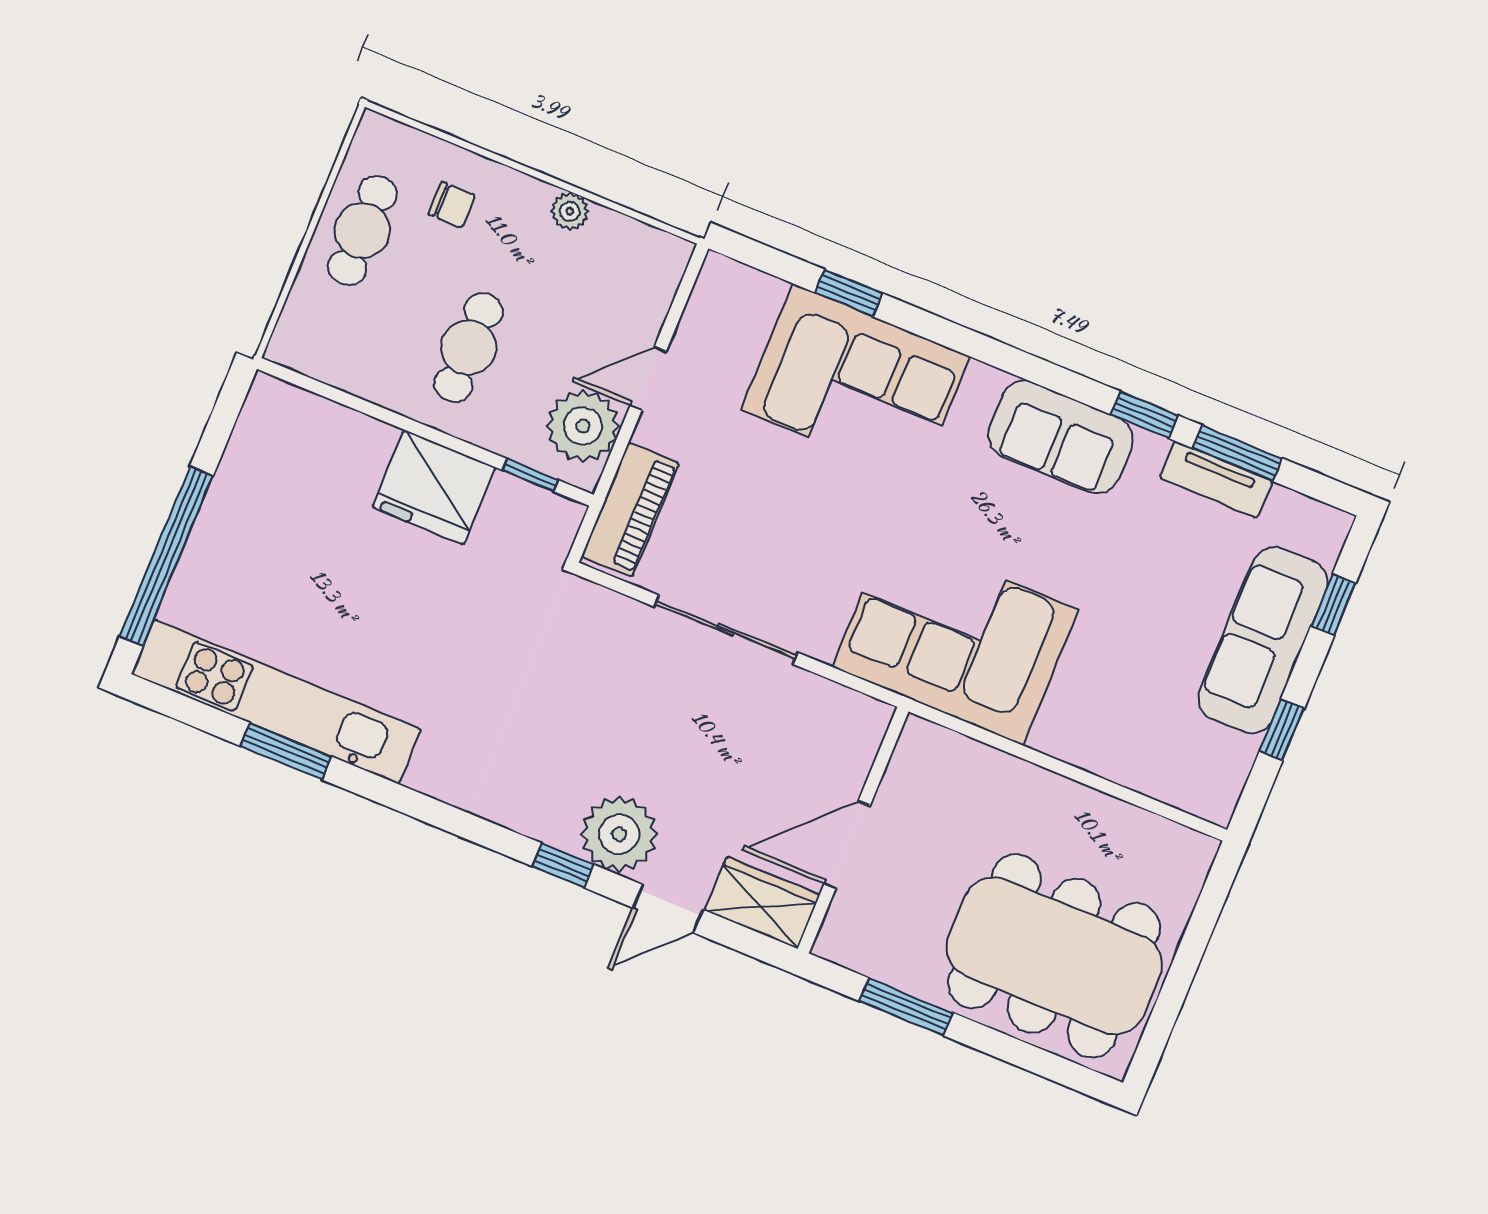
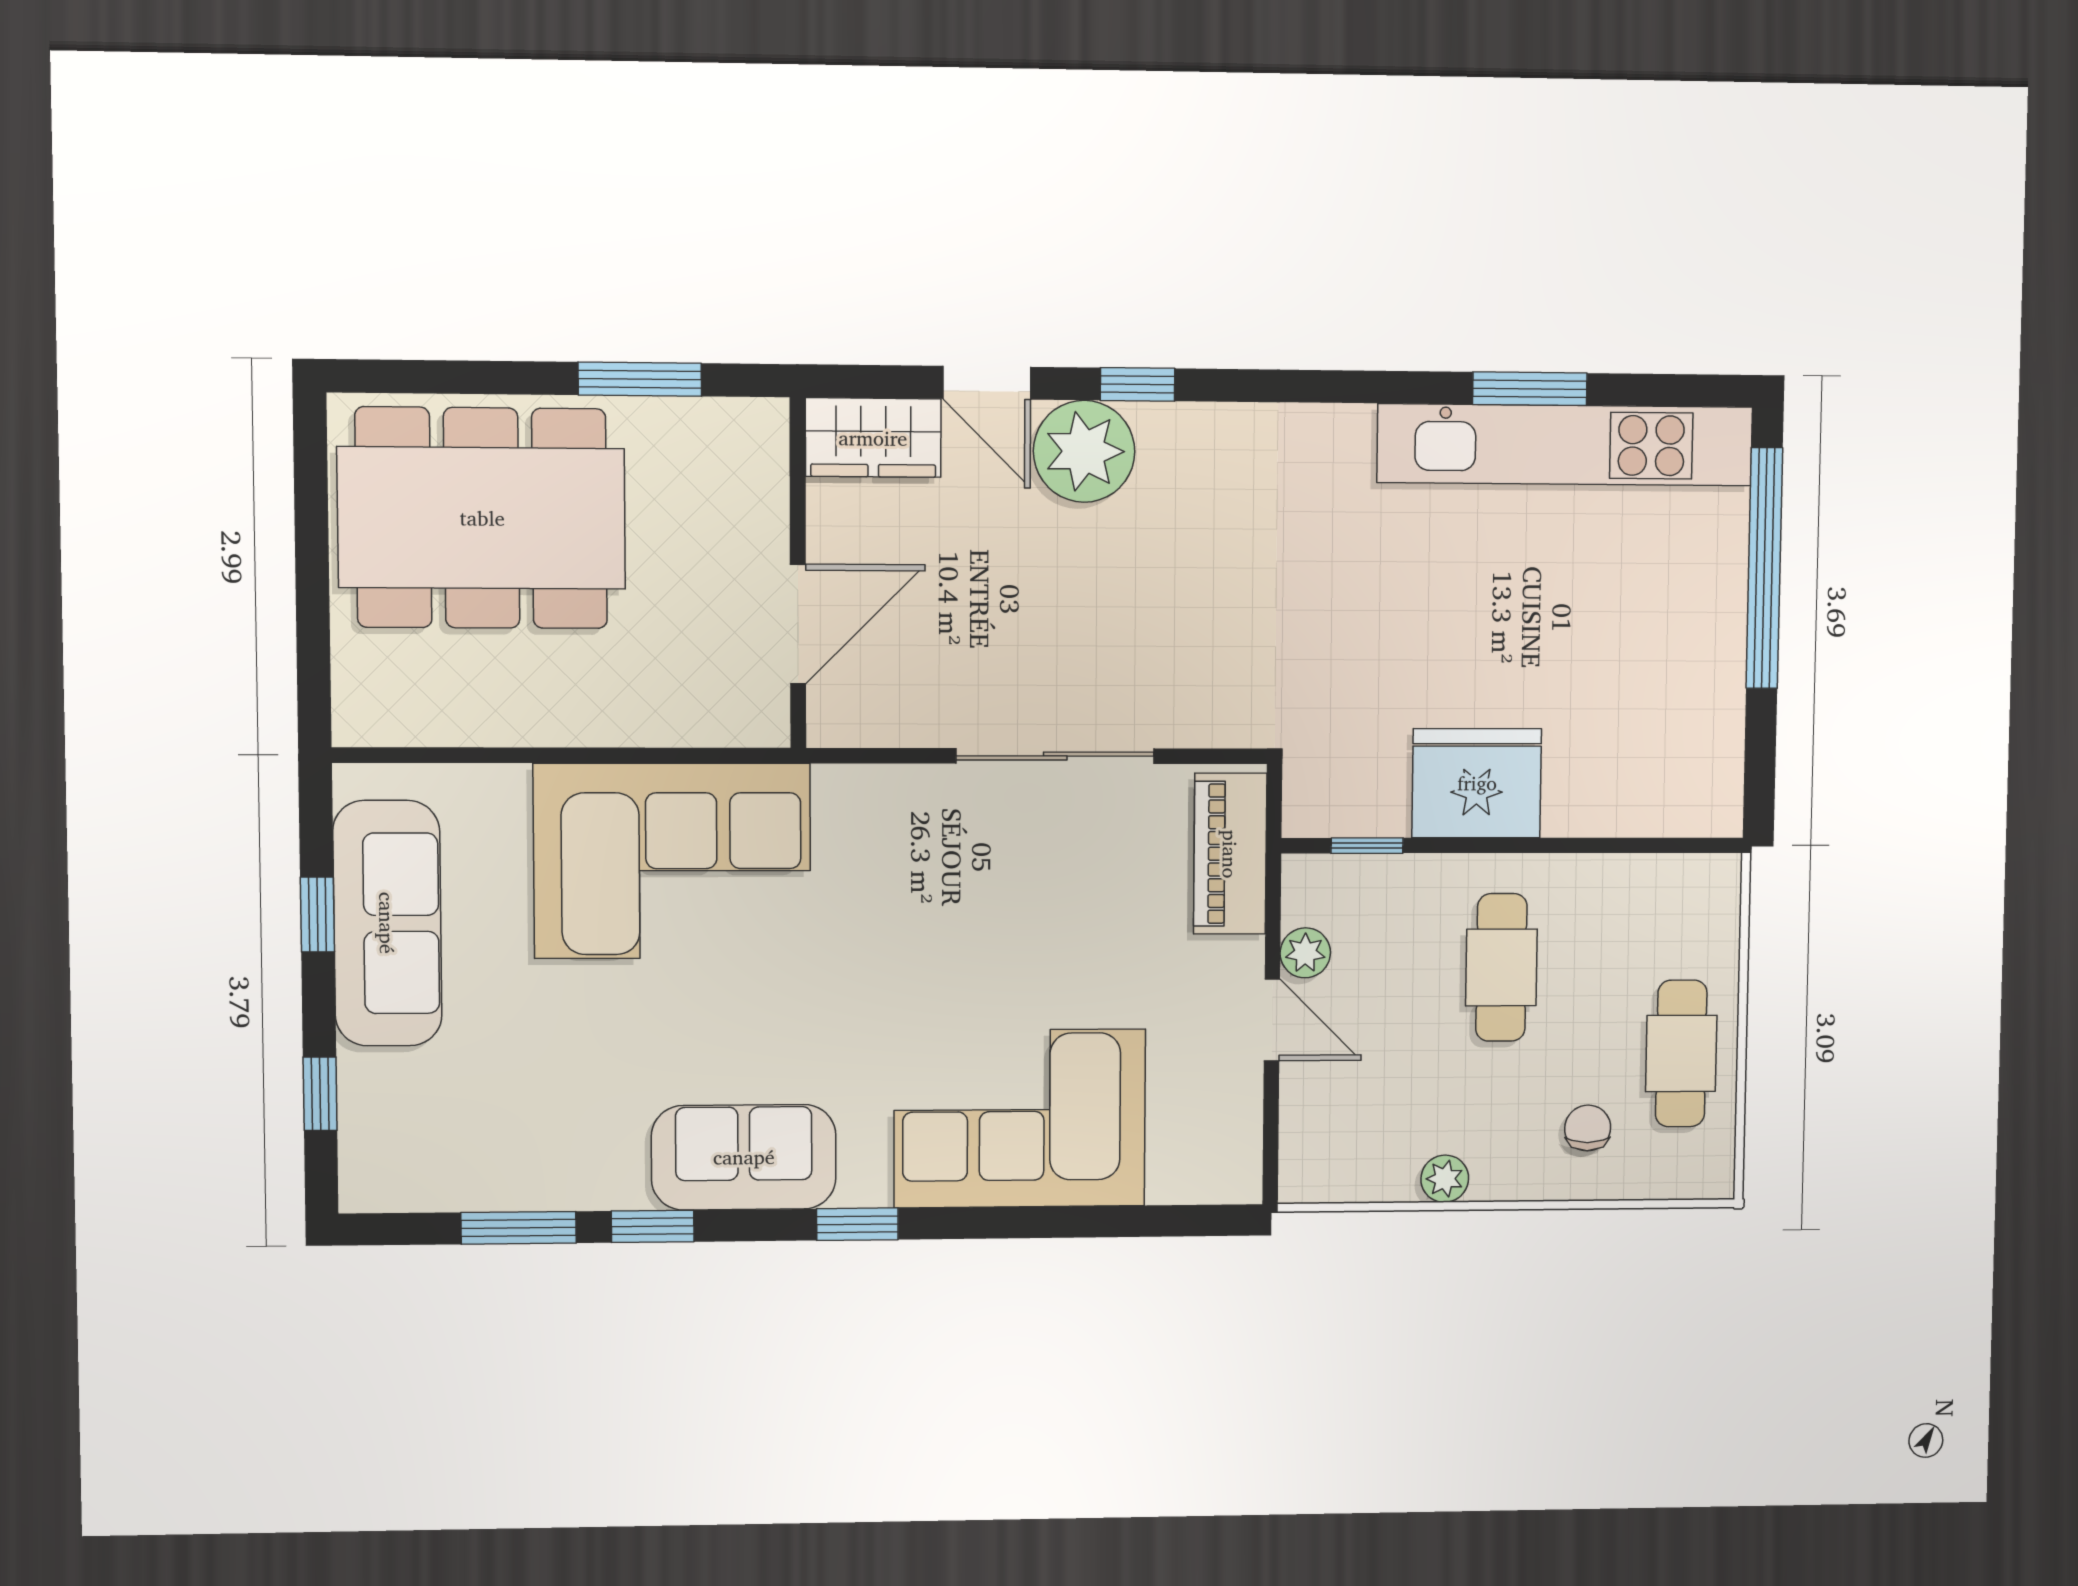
chair: (452, 205) -> (1588, 1128), turned 90
window: (849, 293) -> (857, 1224), moved
door: (648, 378) -> (1272, 1020), hinge flipped
plant: (583, 426) -> (1305, 953), width x0.53, depth x0.53
tv unit: (1216, 479) -> (531, 1185), removed
corner sofa: (955, 638) -> (672, 861), moved
sofa: (1263, 640) -> (387, 923), moved
door: (847, 845) -> (798, 624), moved
door: (668, 909) -> (987, 383), swing flipped

